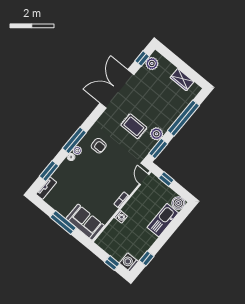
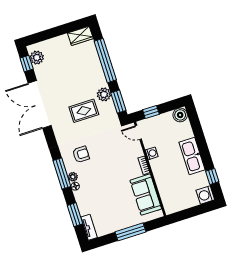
wardrobe: (182, 80) -> (80, 36), moved
washing machine: (121, 217) -> (152, 153), moved
kitchen sink: (163, 220) -> (192, 156), moved
sofa: (85, 222) -> (146, 195), moved, turned -90
window: (112, 263) -> (196, 211), removed

